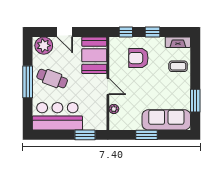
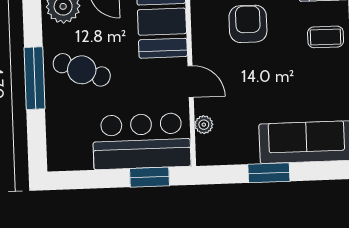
armchair: (138, 58) -> (248, 24), turned 90
bar counter: (57, 116) -> (142, 141), moved

